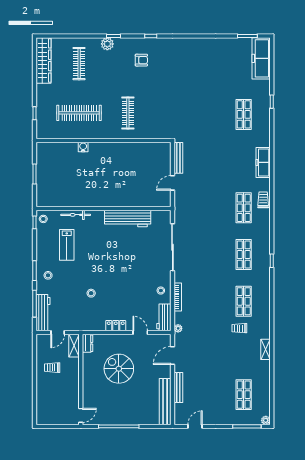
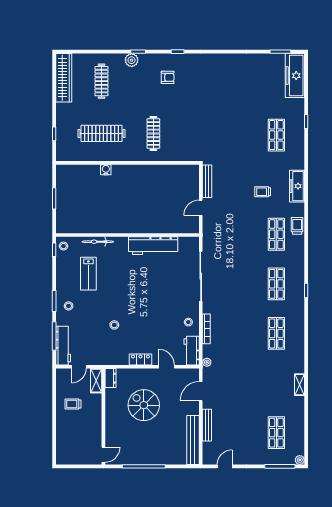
trolley: (239, 328) -> (263, 192), moved

